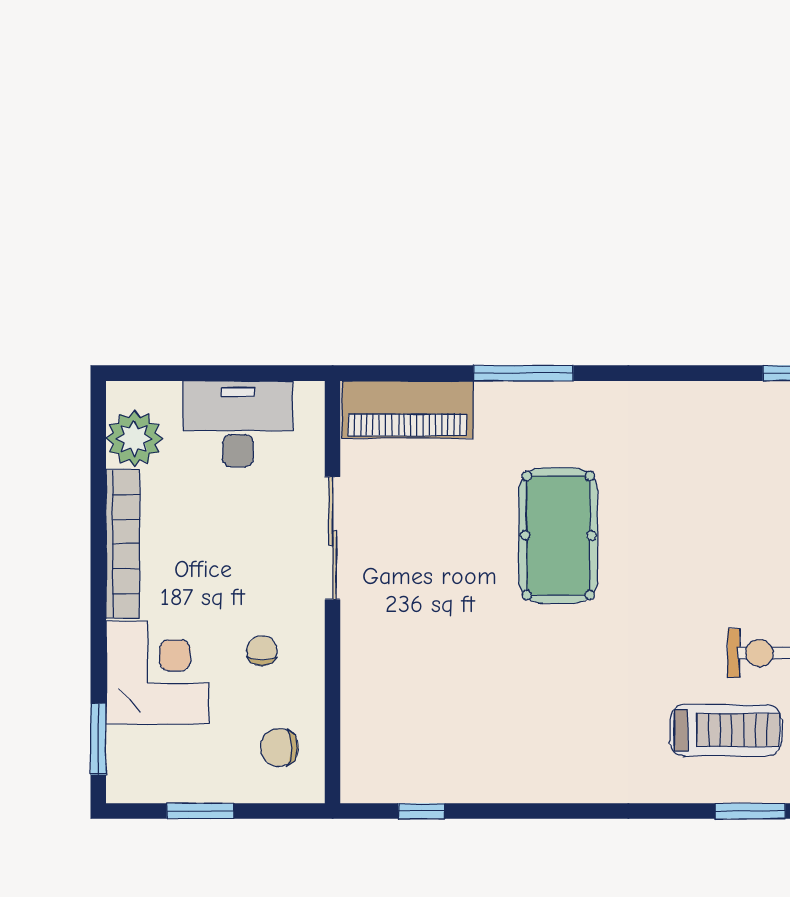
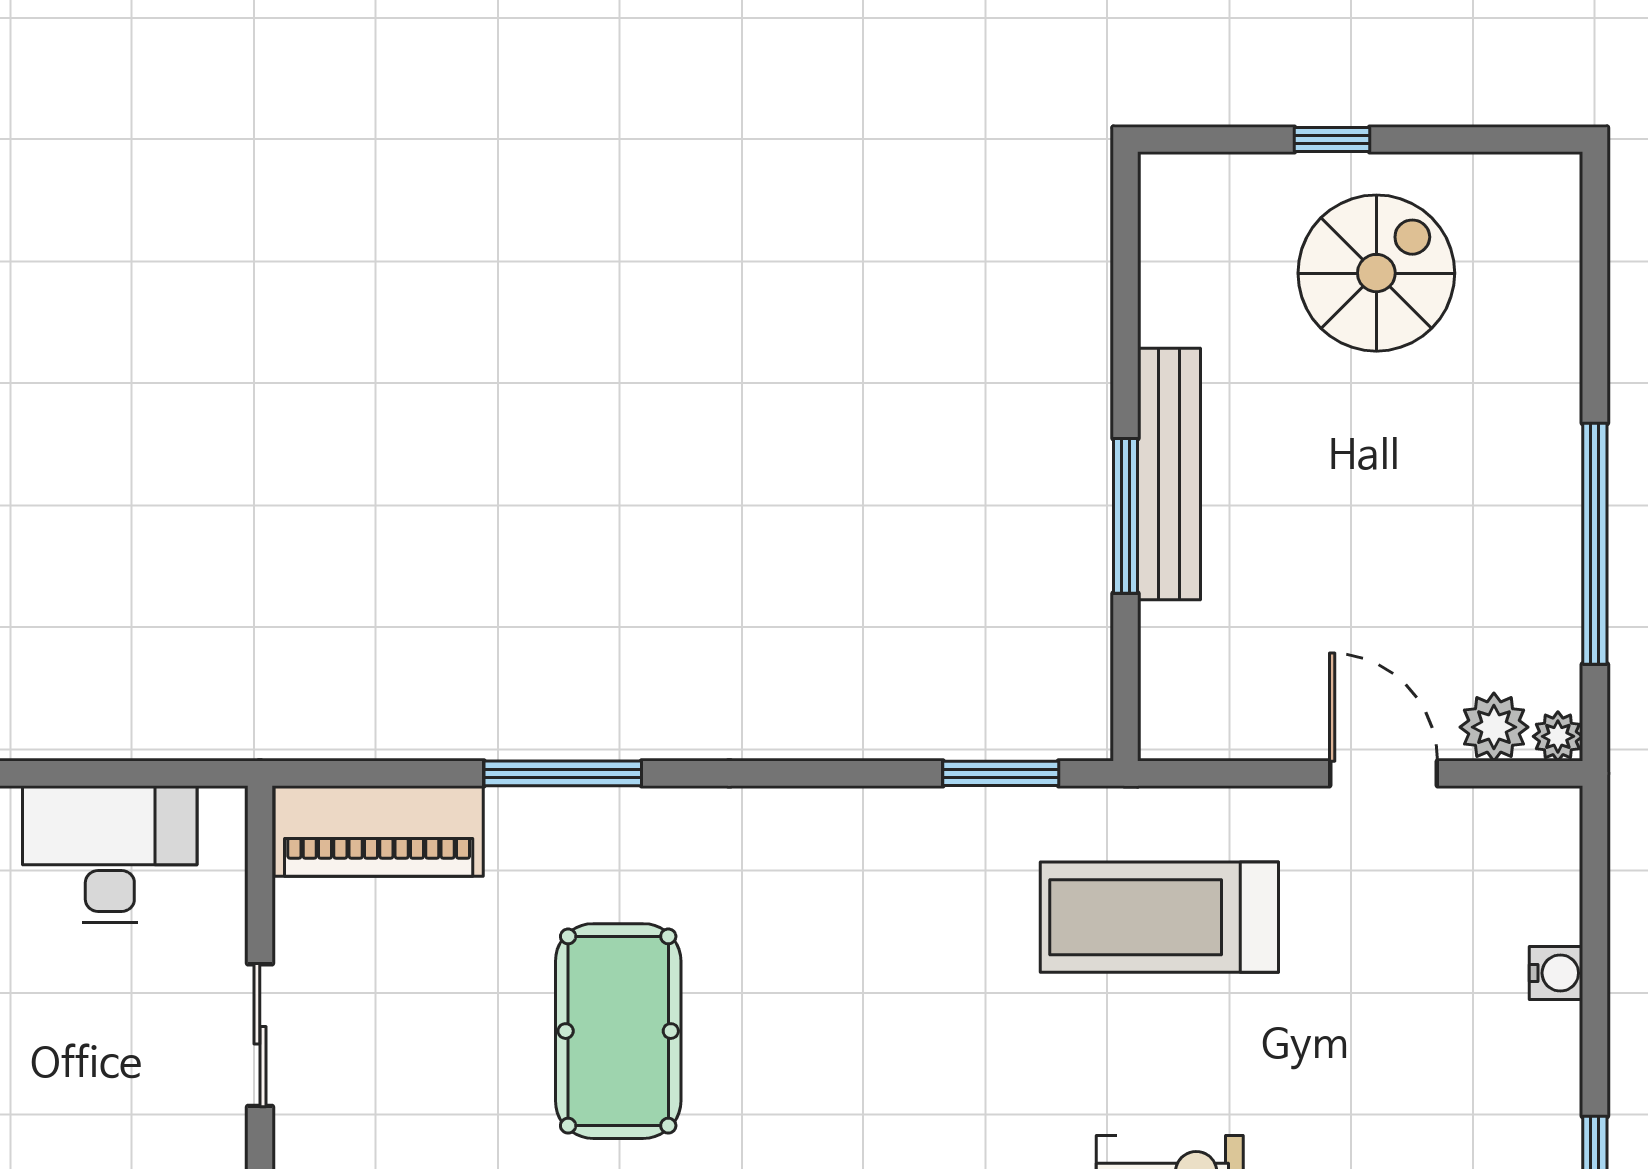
sliding door: (333, 538) -> (260, 1035), width x0.73

